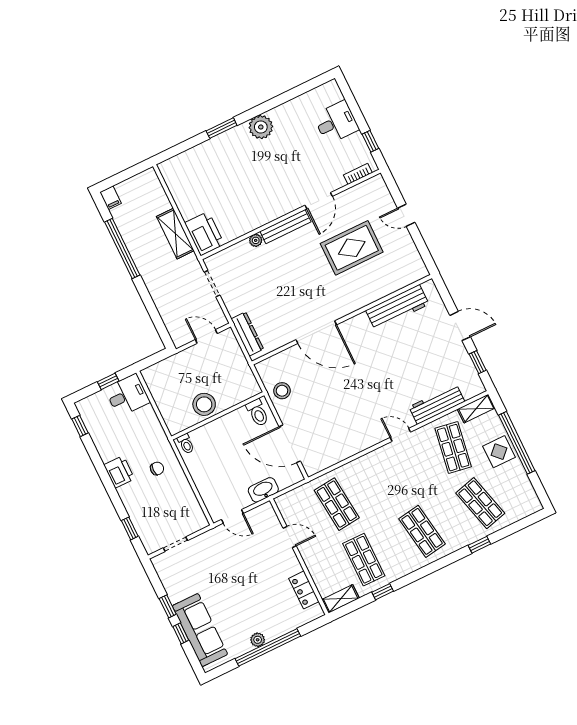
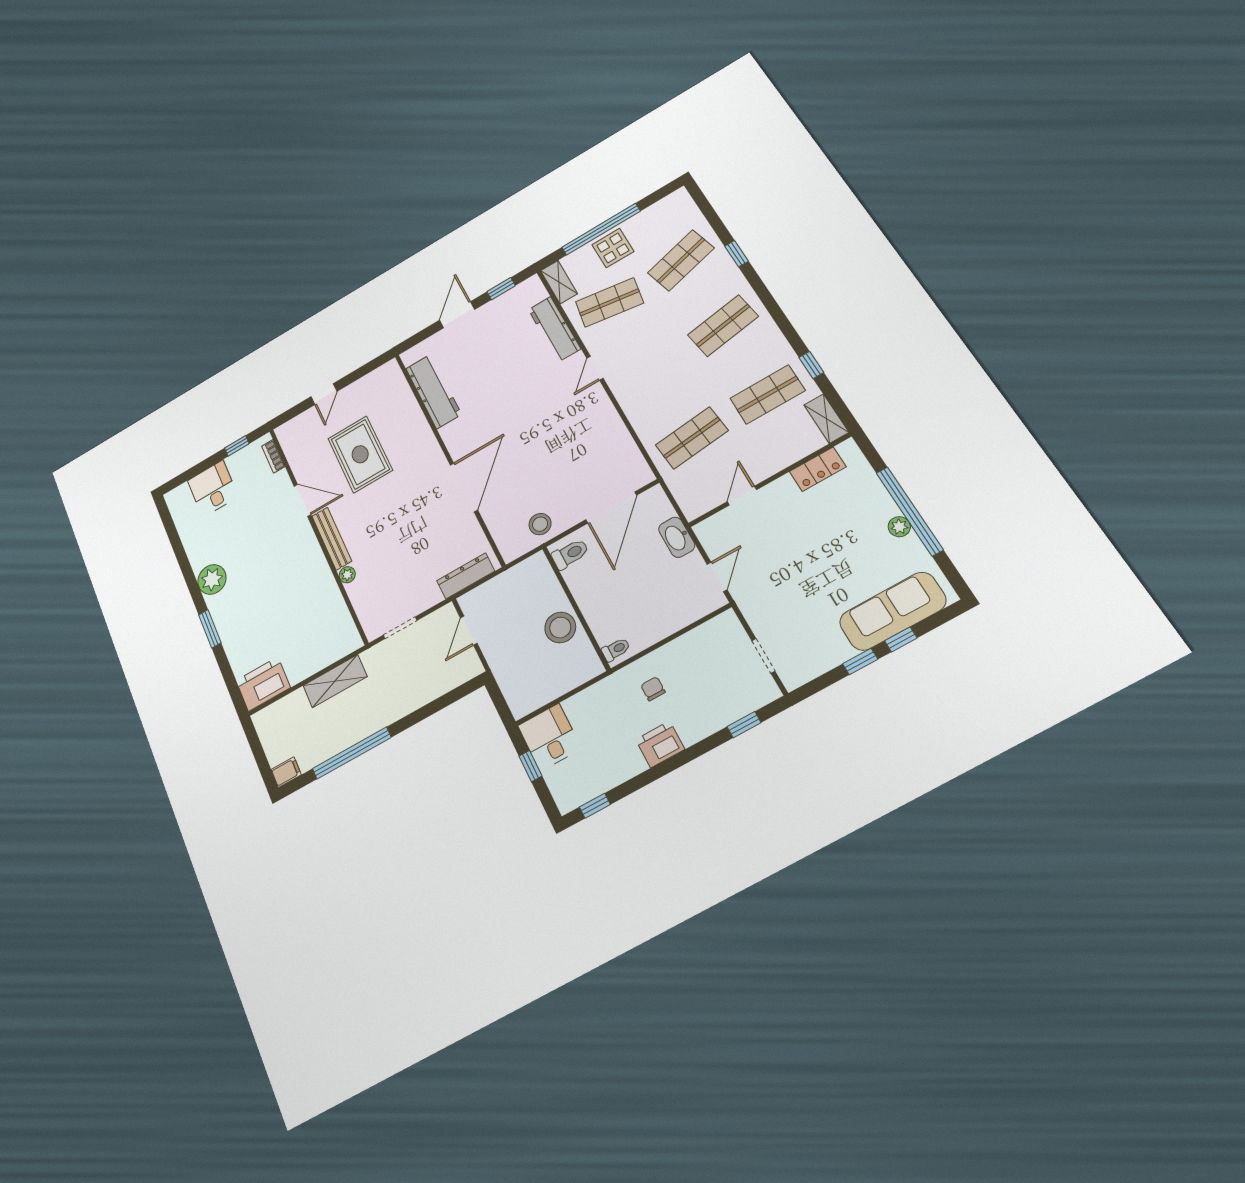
printer: (204, 234) -> (263, 684), moved

